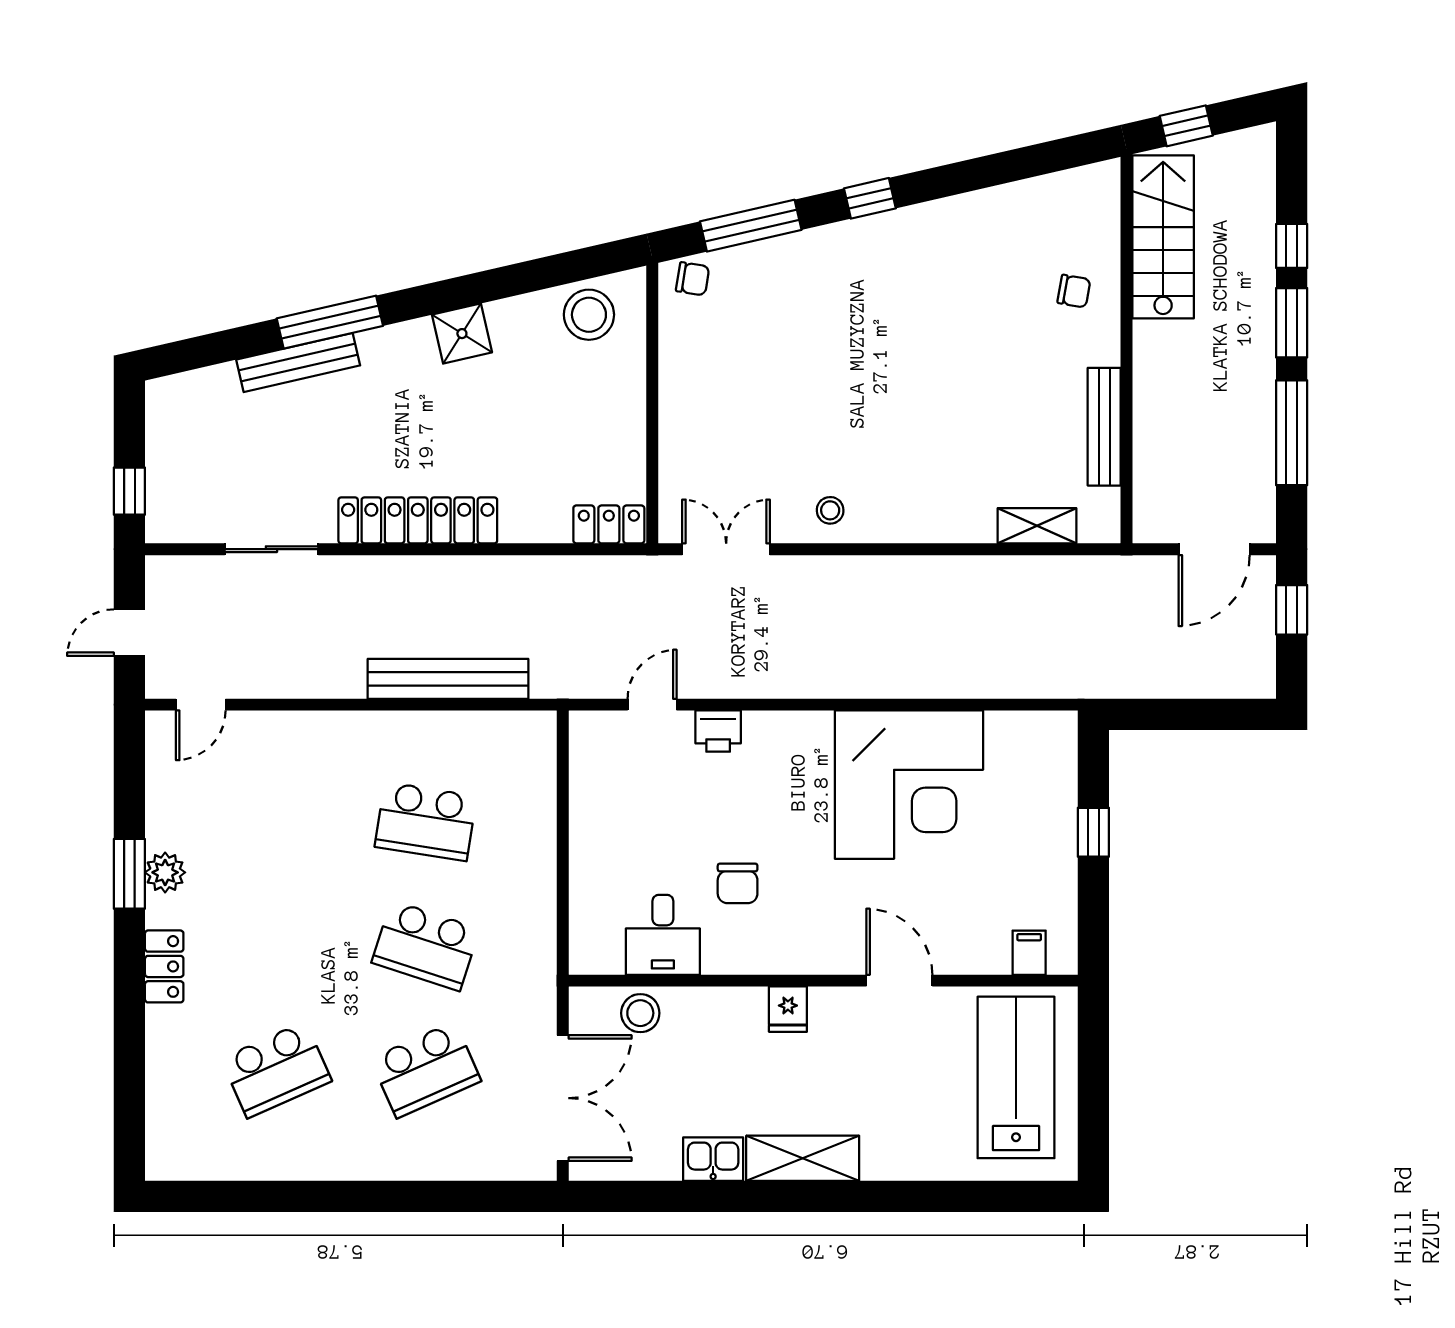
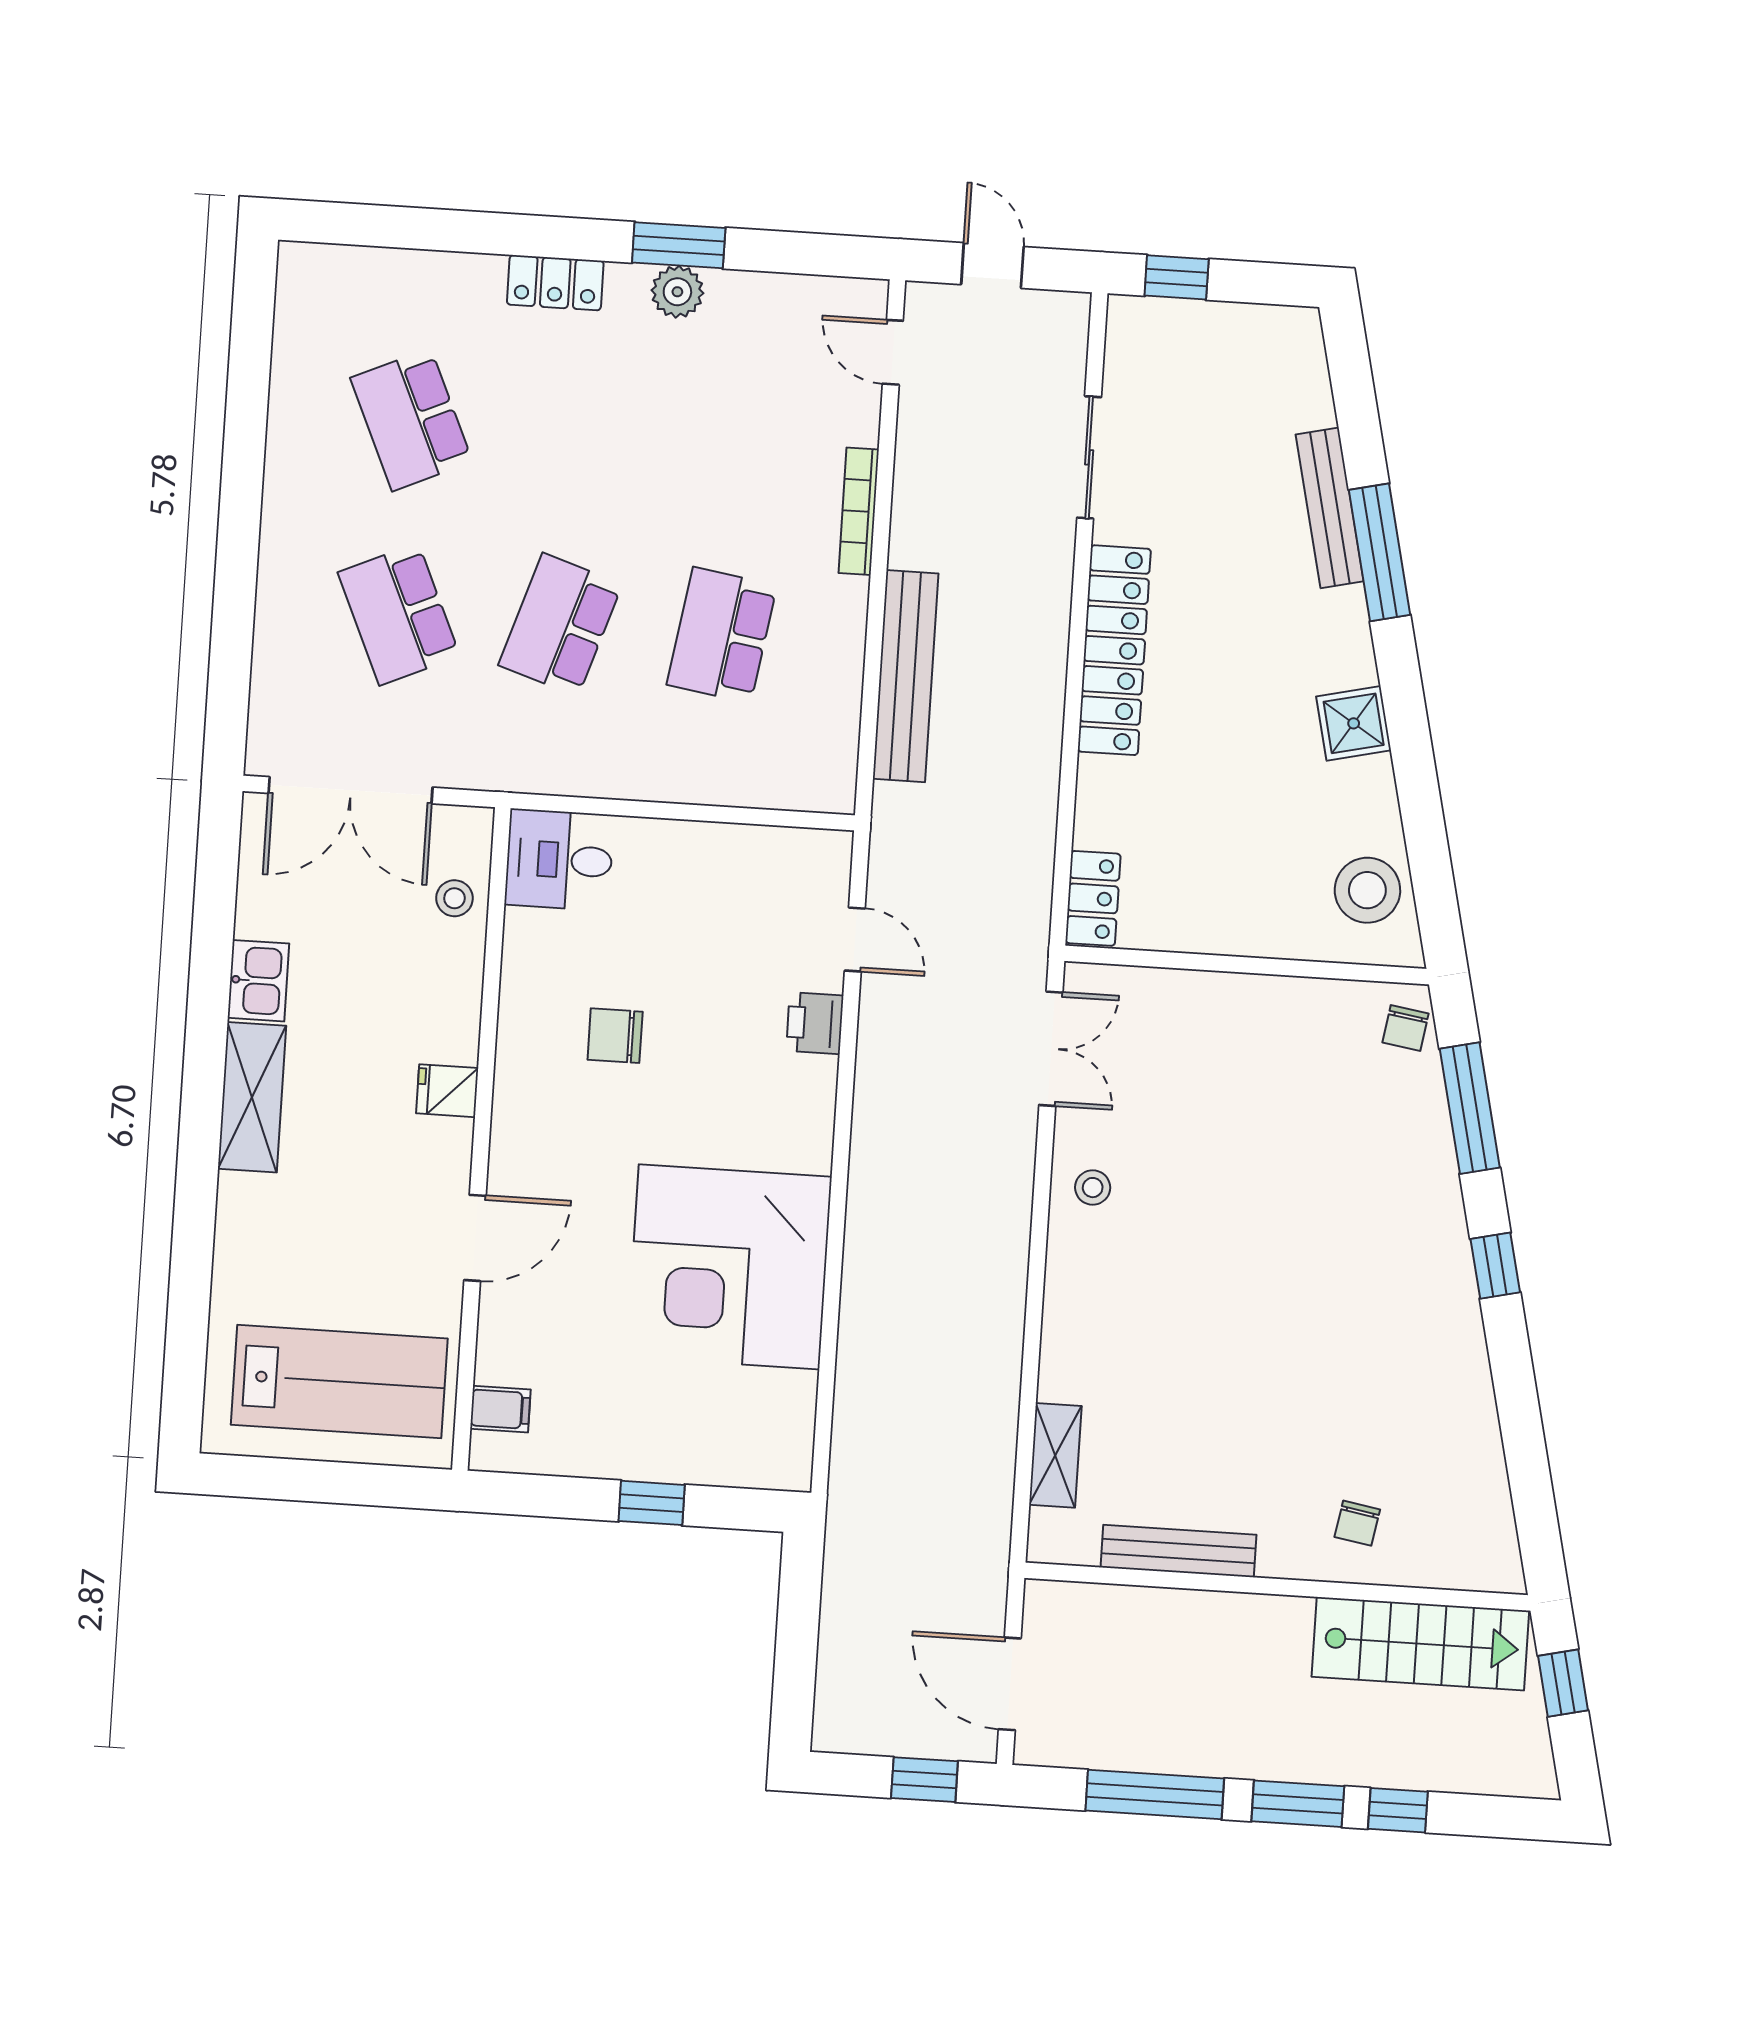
bookcase: (324, 723) -> (859, 511), added
desk: (663, 935) -> (559, 860), moved
stool: (640, 1013) -> (454, 898), width x0.73, depth x0.73

